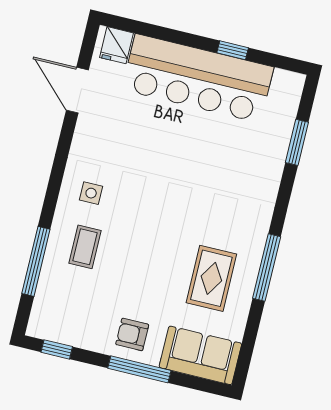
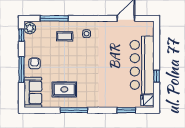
fridge: (116, 45) -> (147, 100), moved
plant: (45, 325) -> (30, 28), added

